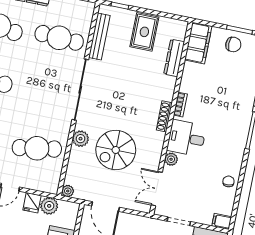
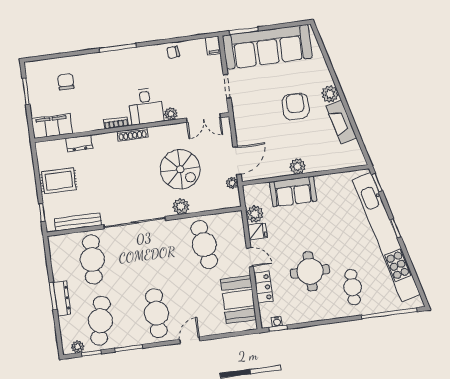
chair: (233, 44) -> (66, 82), moved
dresser: (174, 58) -> (79, 143), width x0.70
plant: (68, 191) -> (232, 183), moved

